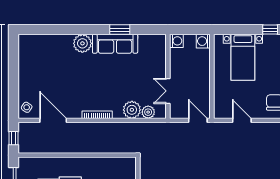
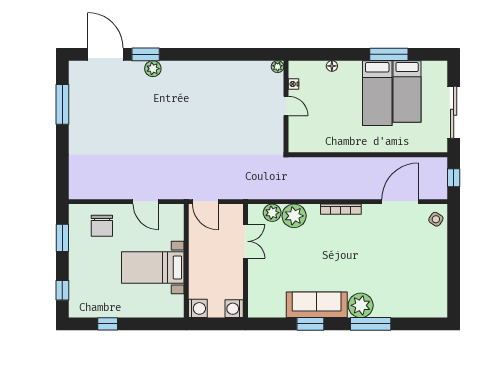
window: (75, 30) -> (371, 324), added
bed with nightstands: (243, 57) -> (153, 268), moved, turned -90
door: (53, 120) -> (400, 202), swing flipped

